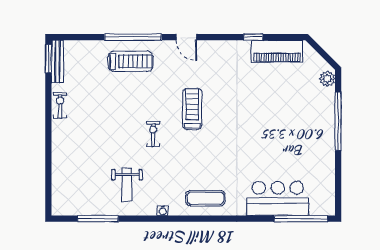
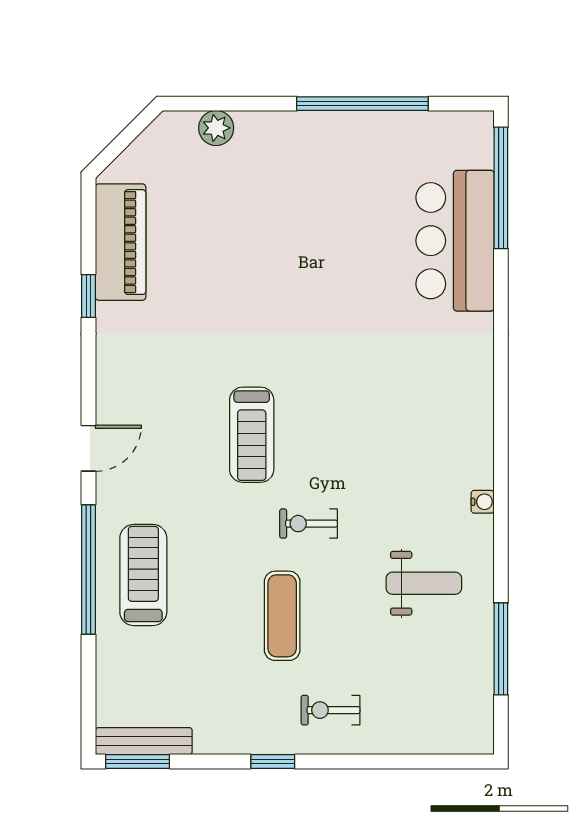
plant: (327, 79) -> (216, 128), moved
exercise bike: (60, 105) -> (331, 710), moved
treadmill: (192, 109) -> (252, 435), turned -90
window: (48, 118) -> (273, 762), added
window: (338, 121) -> (362, 104), moved
exercise mat: (205, 198) -> (282, 616), moved

